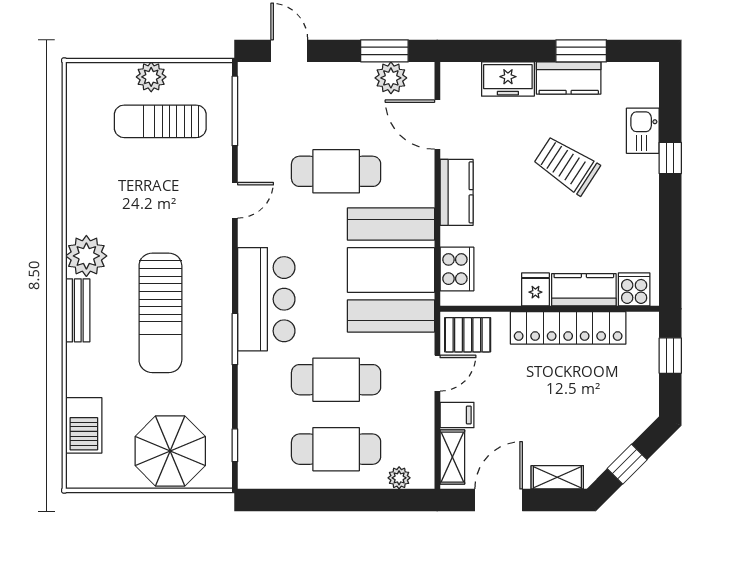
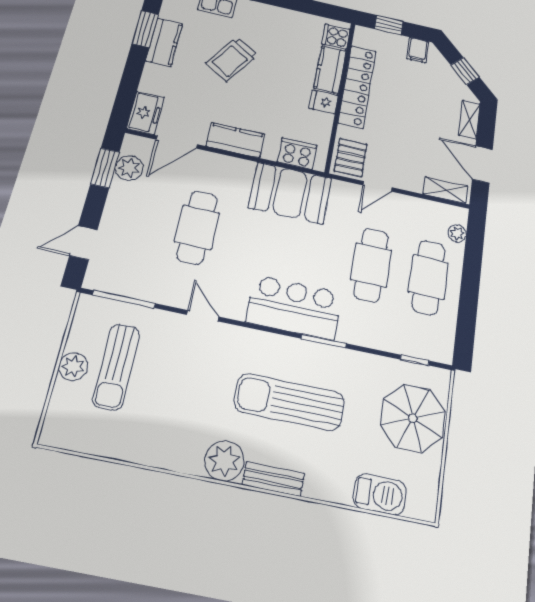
freezer: (508, 79) -> (145, 113), moved
booth: (391, 270) -> (290, 193), width x0.73, depth x0.70
sun lounger: (160, 313) -> (289, 402), turned 180
door: (437, 373) -> (378, 186), swing flipped
filing cabinet: (457, 415) -> (418, 50), moved, turned 180

